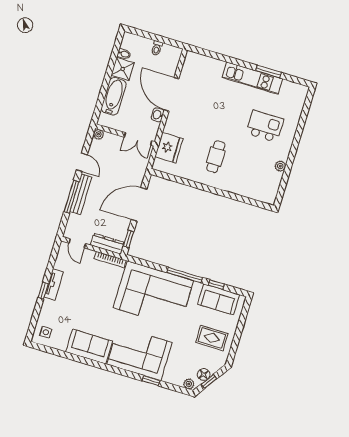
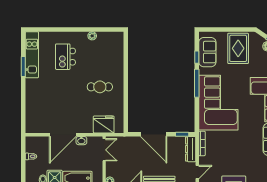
kitchen unit: (252, 78) -> (32, 55), moved
rug: (212, 338) -> (238, 48), width x1.36, depth x1.43

